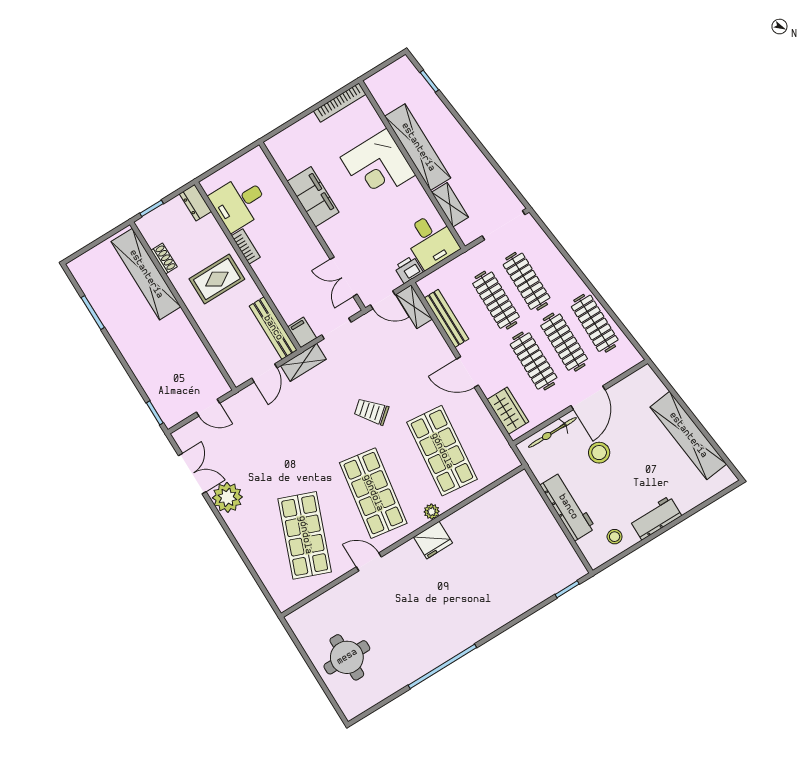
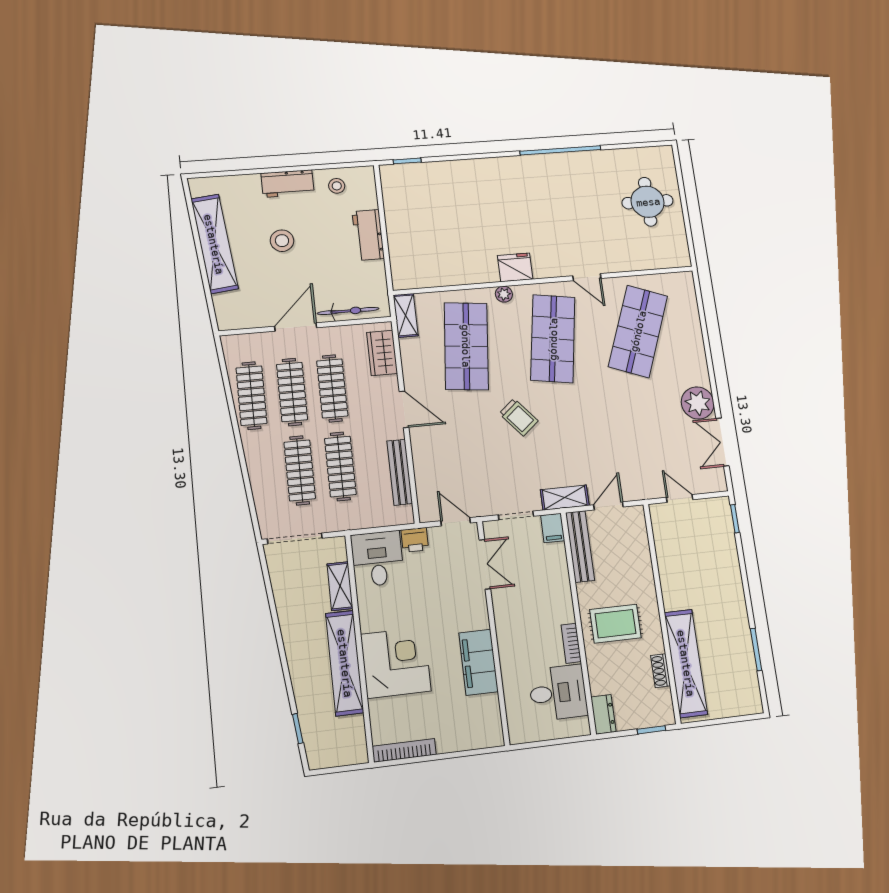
shelving: (414, 307) -> (406, 315), moved
stool: (599, 453) -> (282, 241), moved
workbench: (568, 507) -> (368, 235), width x0.73

